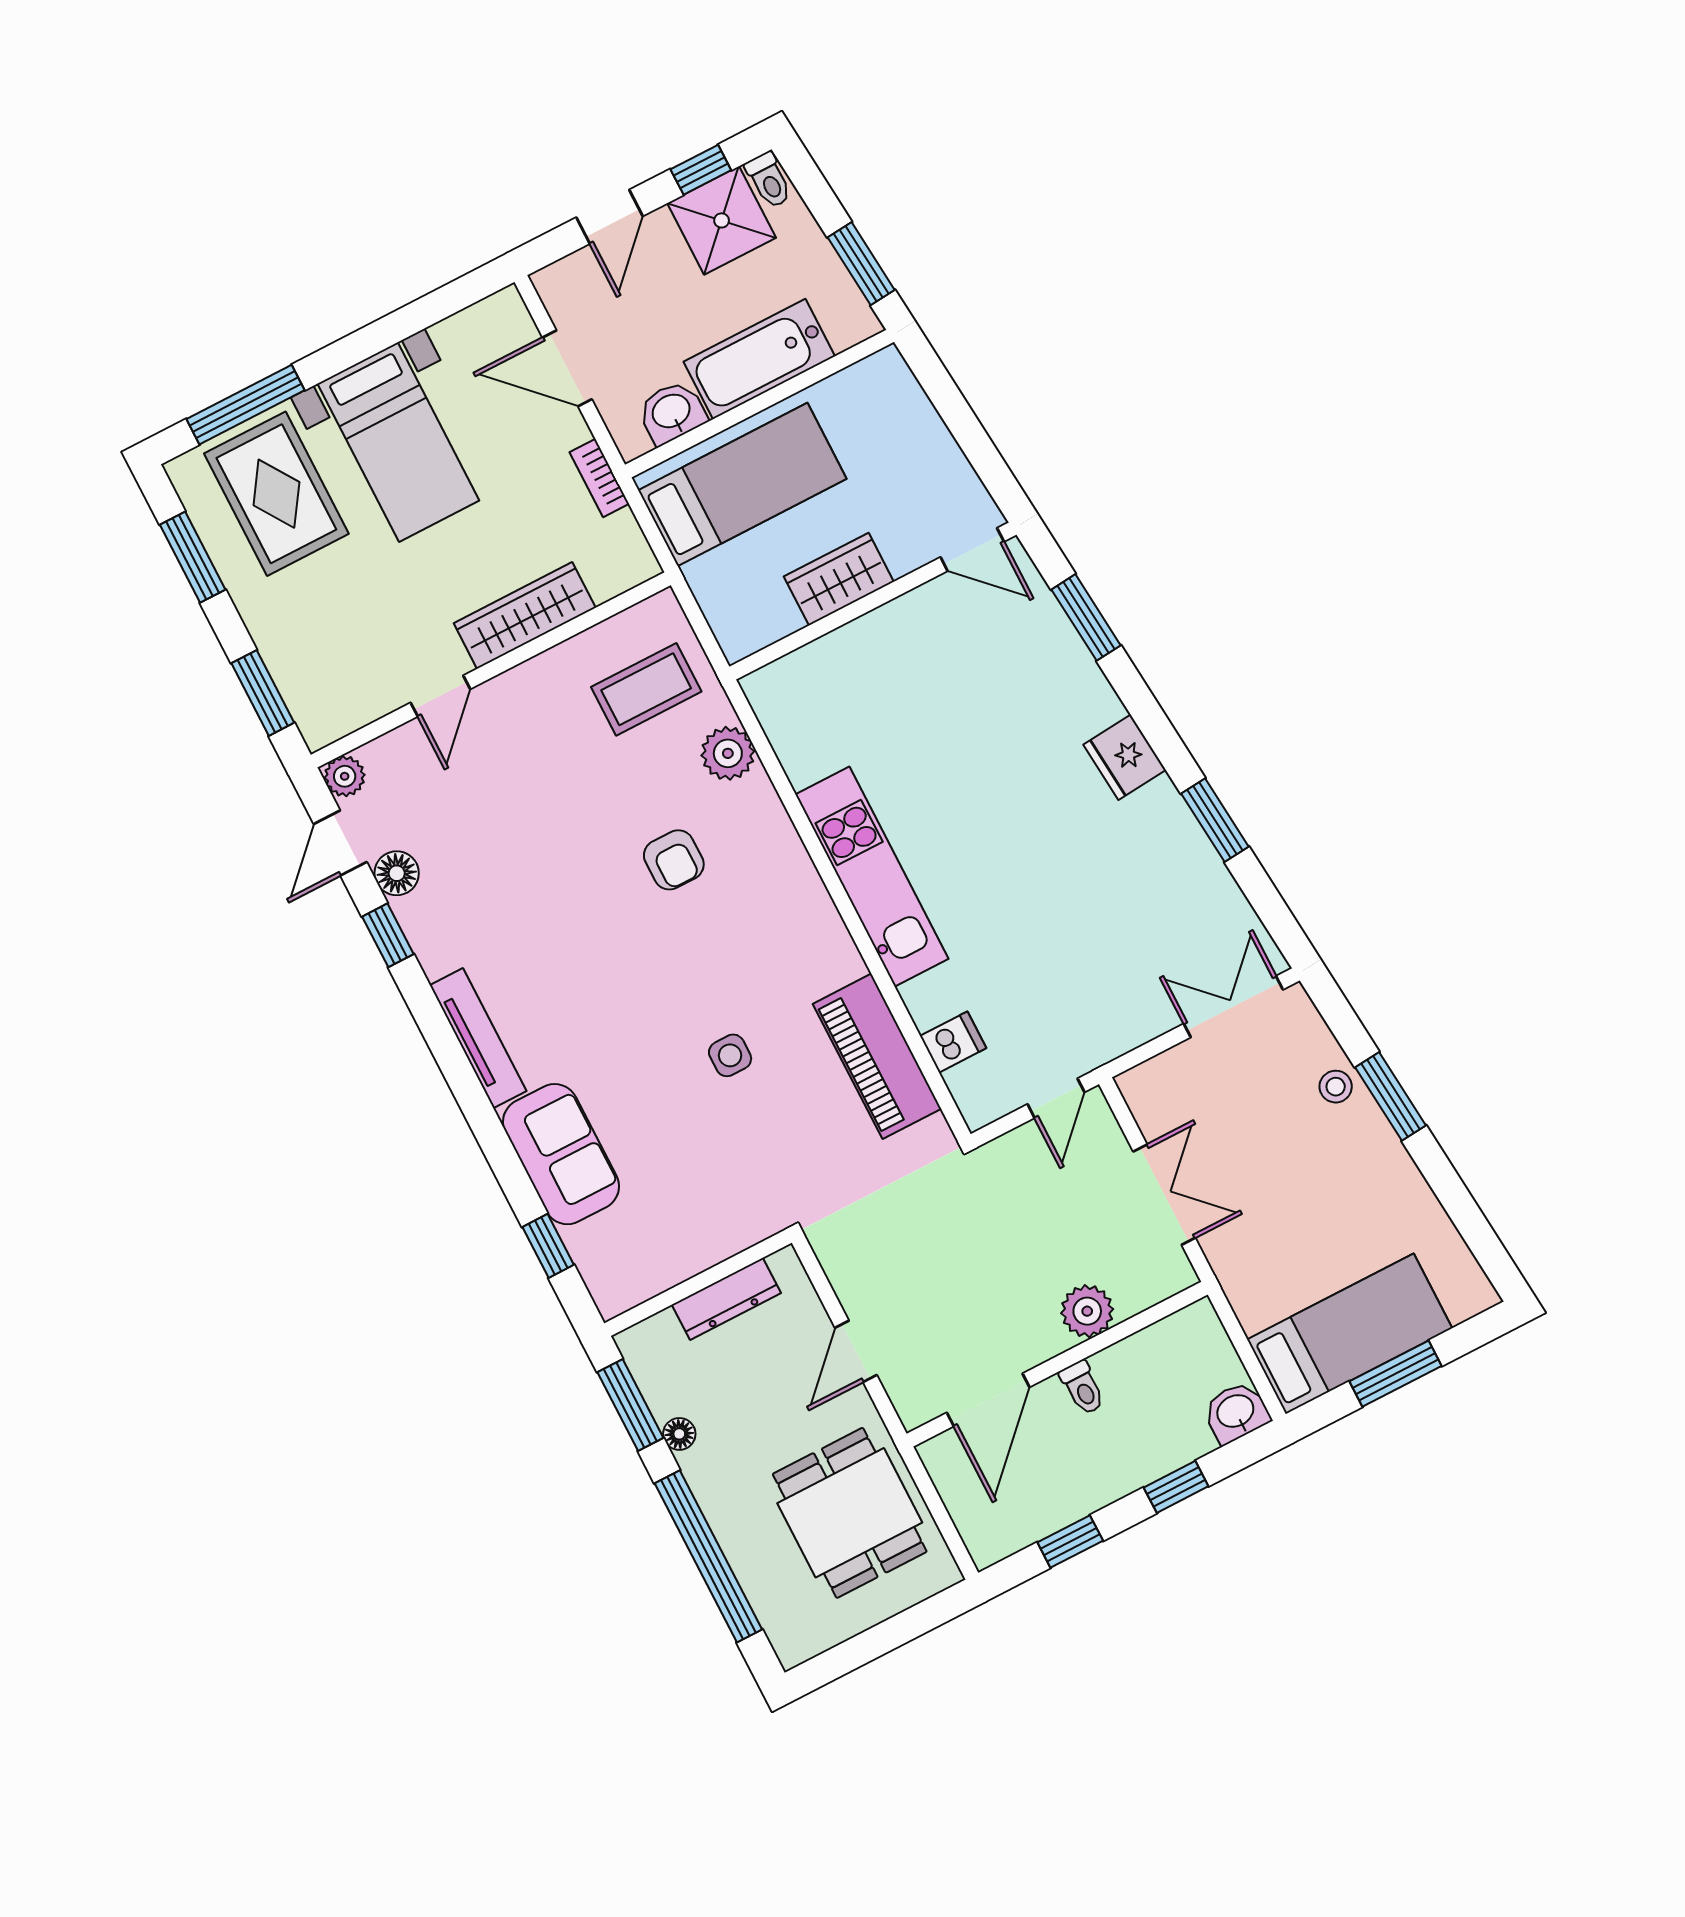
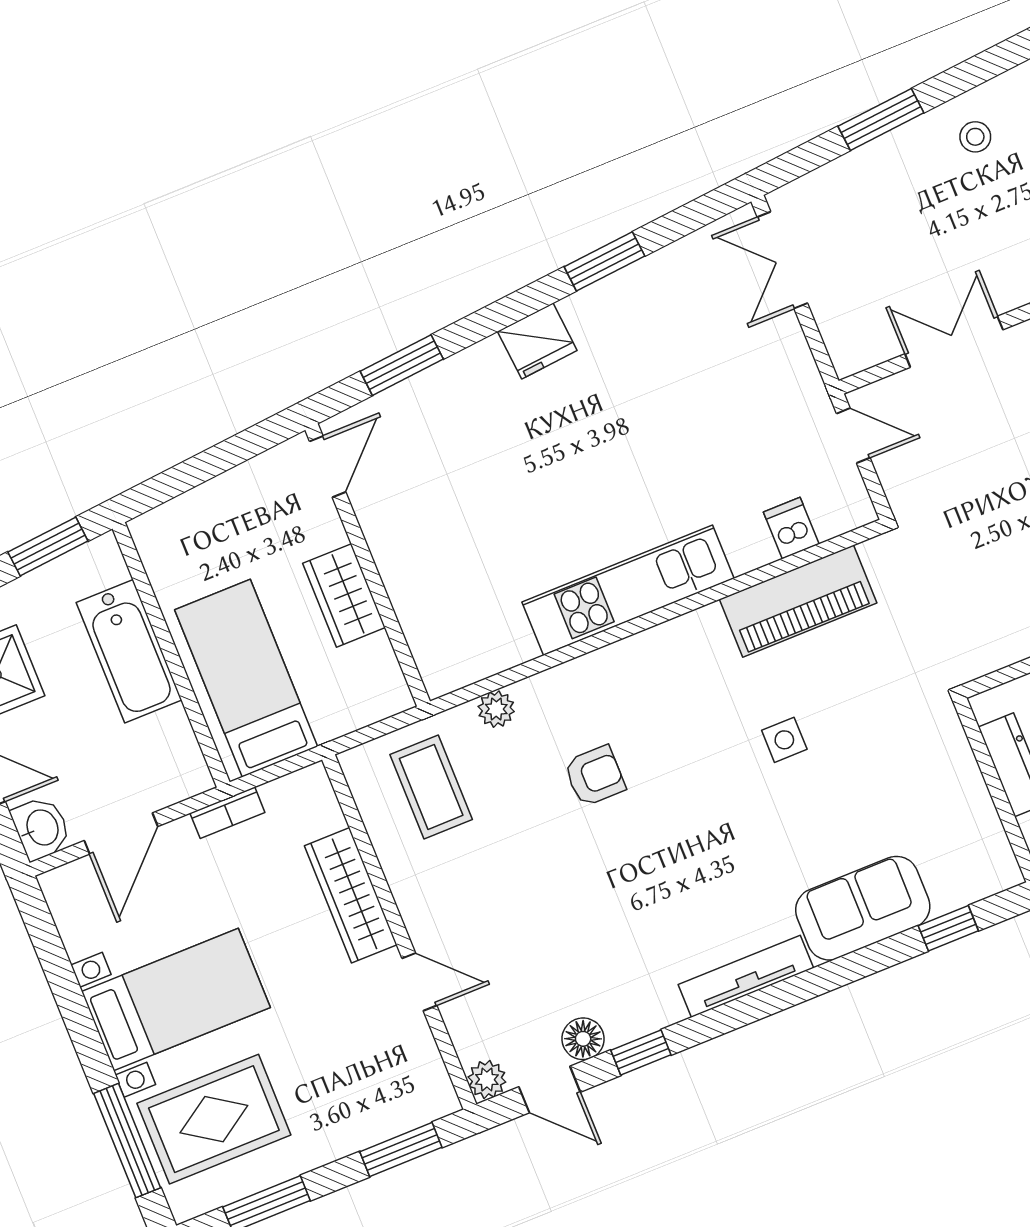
washbasin: (672, 412) -> (41, 828), moved, turned 180
plant: (728, 753) -> (496, 709), width x0.73, depth x0.73
stool: (1336, 1087) -> (975, 137), moved

